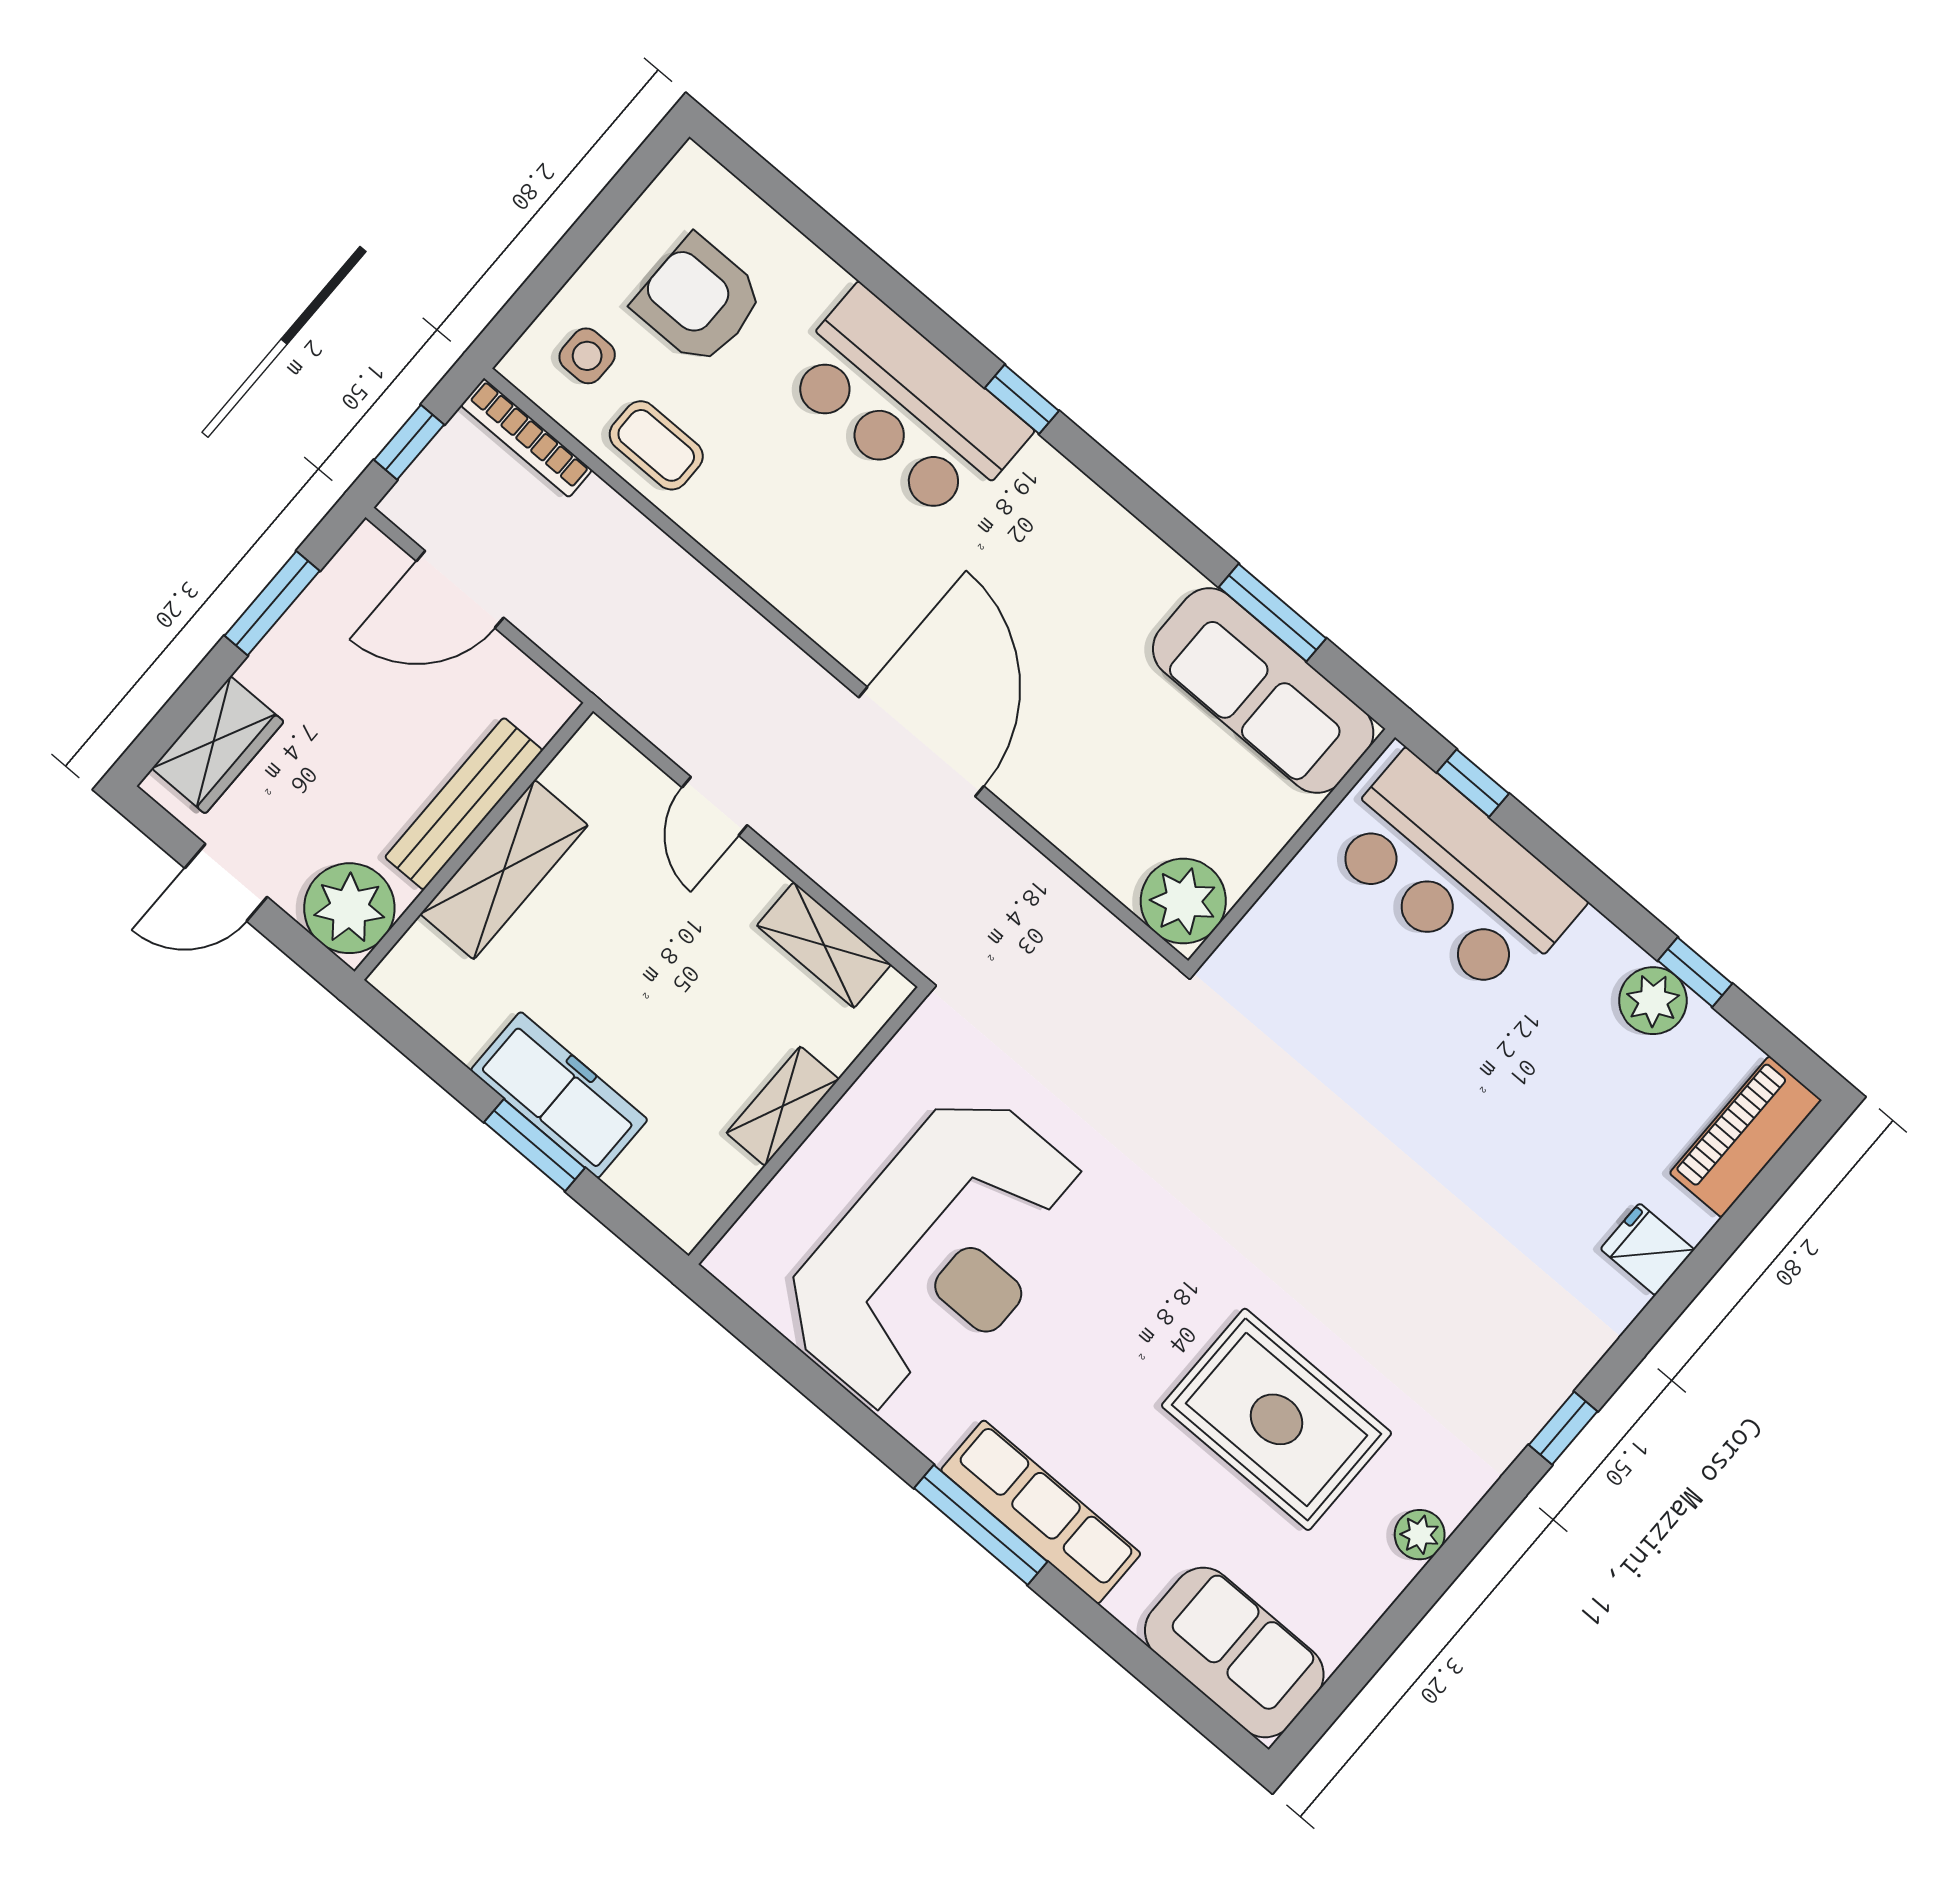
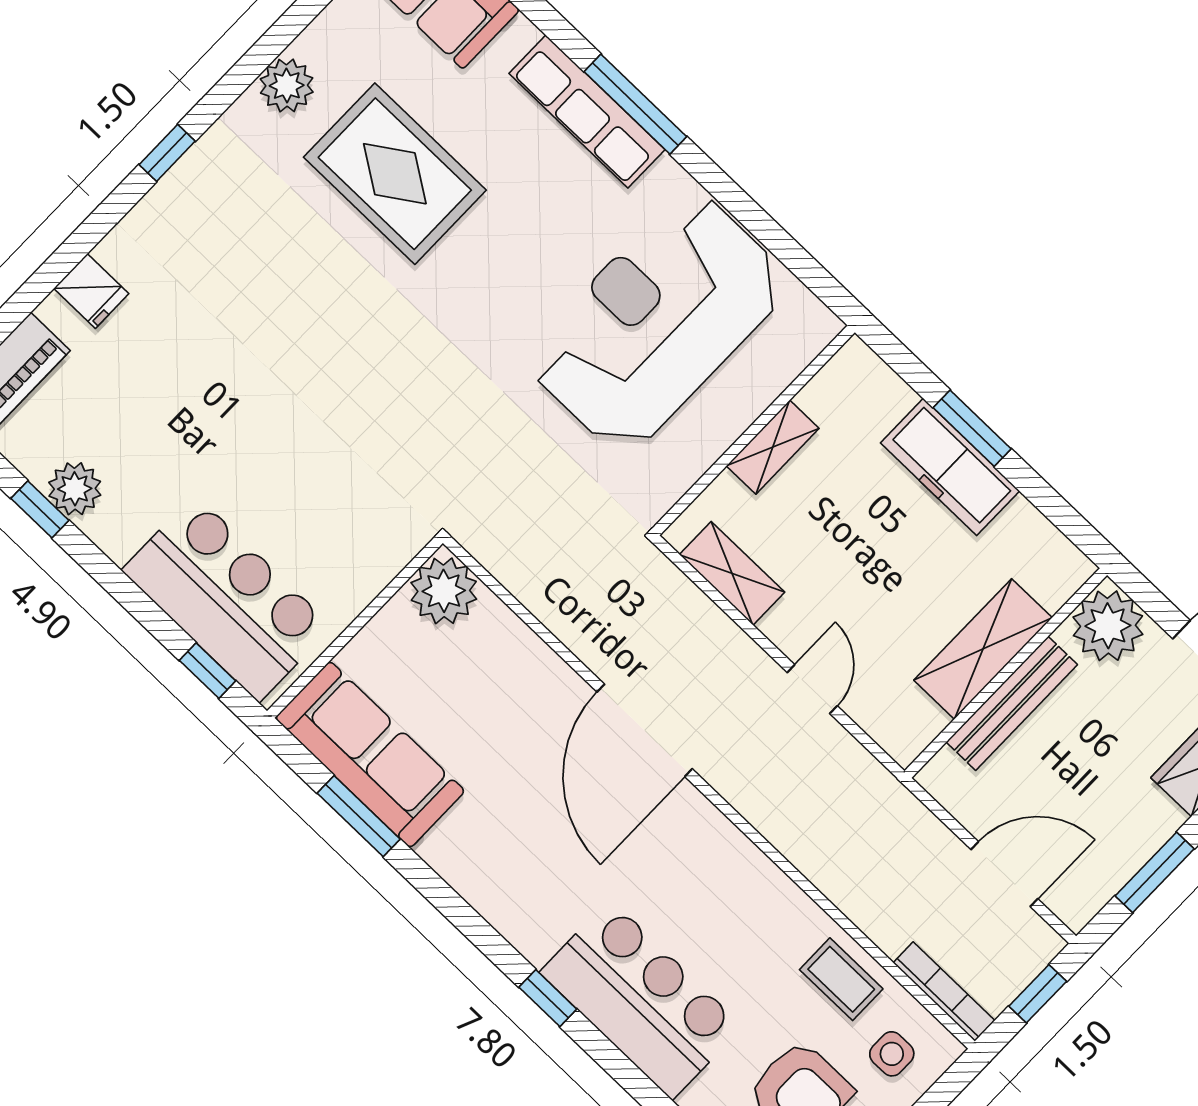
plant: (1420, 1535) -> (287, 85), width x1.38, depth x1.38

